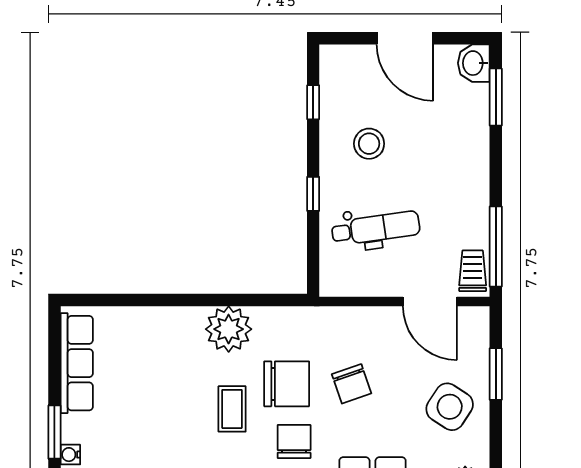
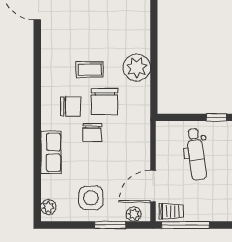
plant: (477, 334) -> (134, 214), added
chair: (352, 384) -> (92, 133), moved, turned -71
side table: (450, 407) -> (91, 198), turned -33

